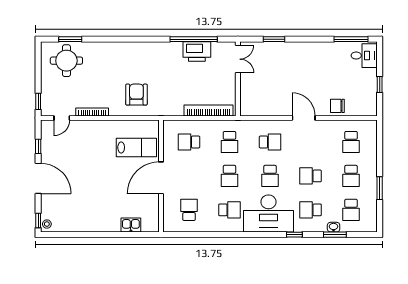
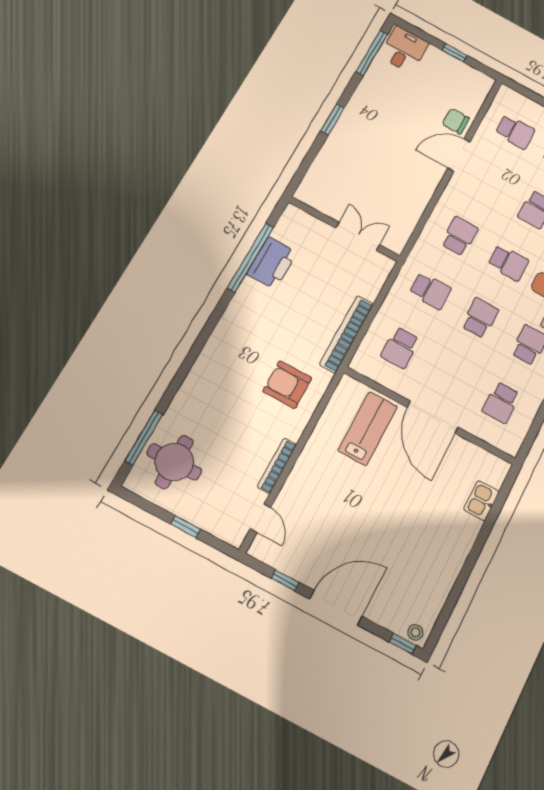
window: (70, 39) -> (144, 438), width x1.44
window: (274, 39) -> (332, 119), moved
double door: (238, 59) -> (358, 236), moved
window: (38, 101) -> (186, 527), moved
chair: (337, 106) -> (456, 121), turned 90
bookcase: (209, 111) -> (347, 334), moved
door: (304, 118) -> (459, 155), moved
school desk: (229, 176) -> (480, 318), turned -90
school desk: (189, 210) -> (501, 402), turned -90

